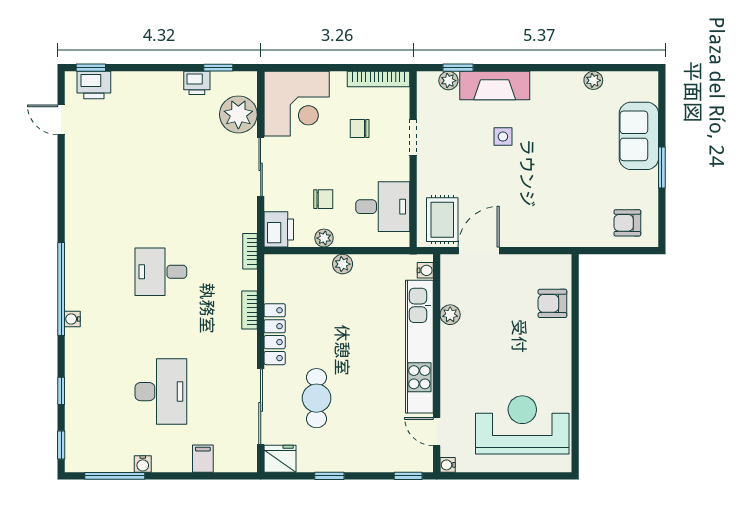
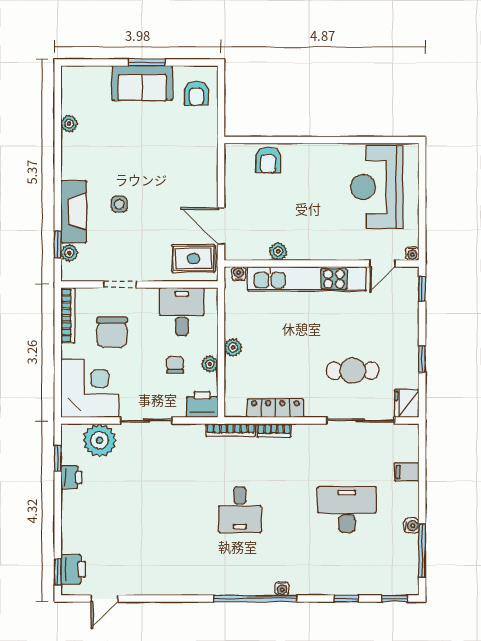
chair: (360, 128) -> (112, 332), width x1.87, depth x1.87
sofa: (639, 136) -> (142, 83), moved
bookcase: (250, 251) -> (231, 430), width x1.56
locker: (275, 334) -> (275, 408), moved

